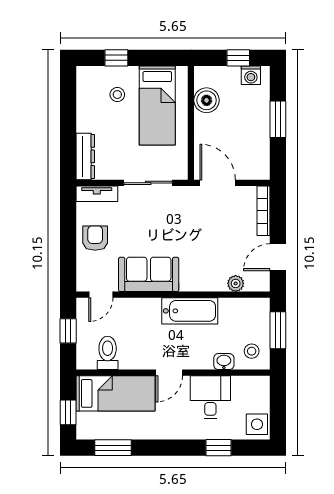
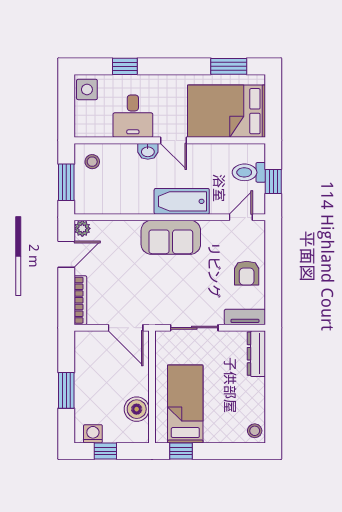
window: (116, 58) -> (181, 451), moved
stool: (117, 95) -> (255, 431), moved
sofa: (149, 274) -> (171, 237), moved
plant: (236, 283) -> (82, 228), moved
bathtub: (190, 311) -> (182, 201), moved
toilet: (108, 353) -> (249, 172), moved, turned 90
washbasin: (224, 362) -> (148, 151), moved
door: (169, 373) -> (174, 140), swing flipped
bed: (115, 393) -> (227, 111), width x1.50
window: (68, 412) -> (273, 101), removed

